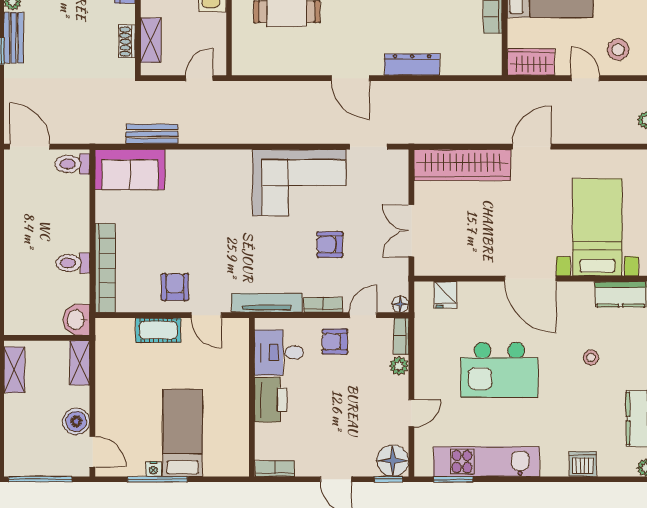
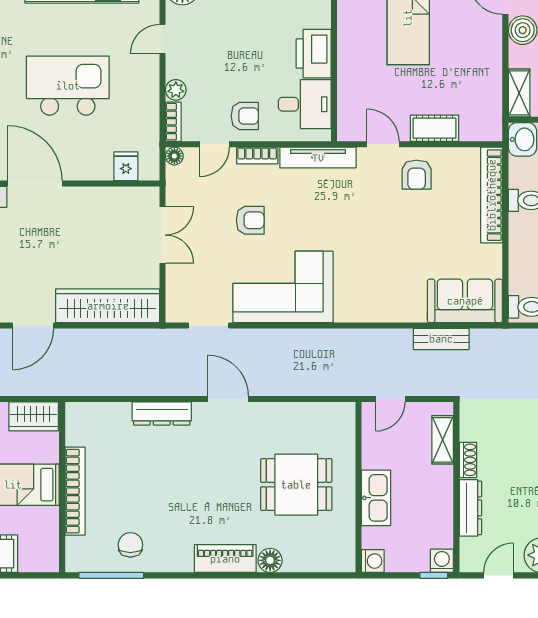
shoe rack: (127, 42) -> (468, 460), moved

